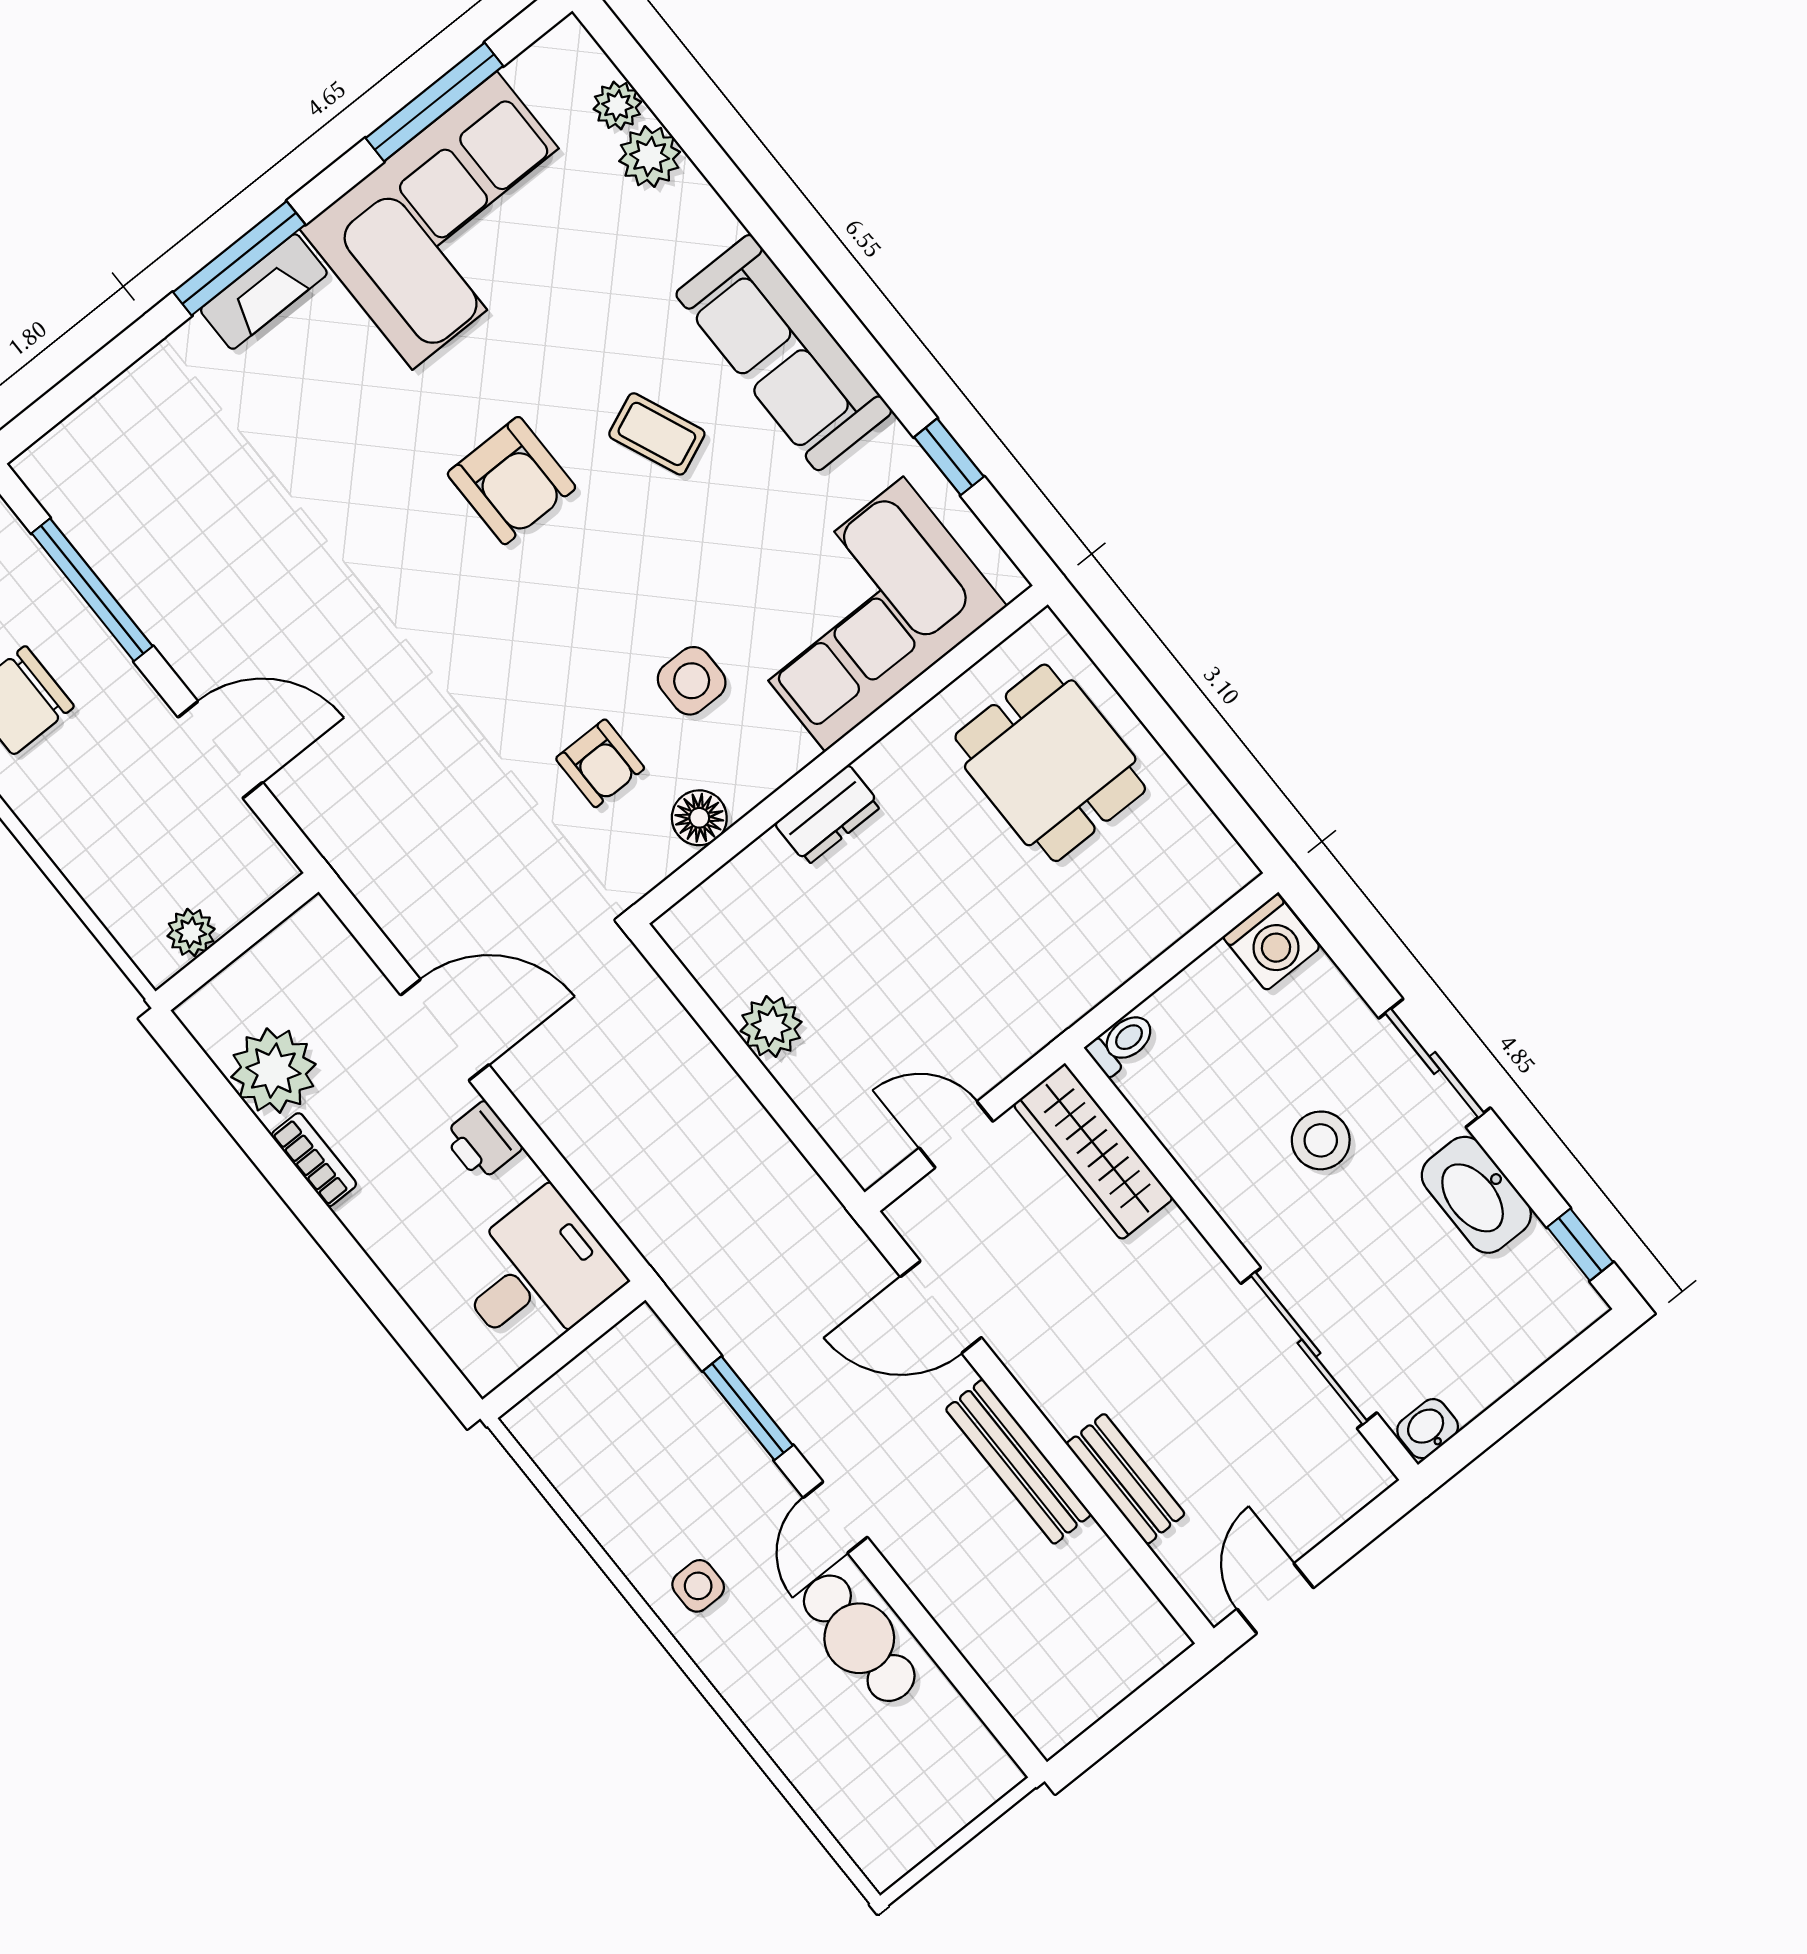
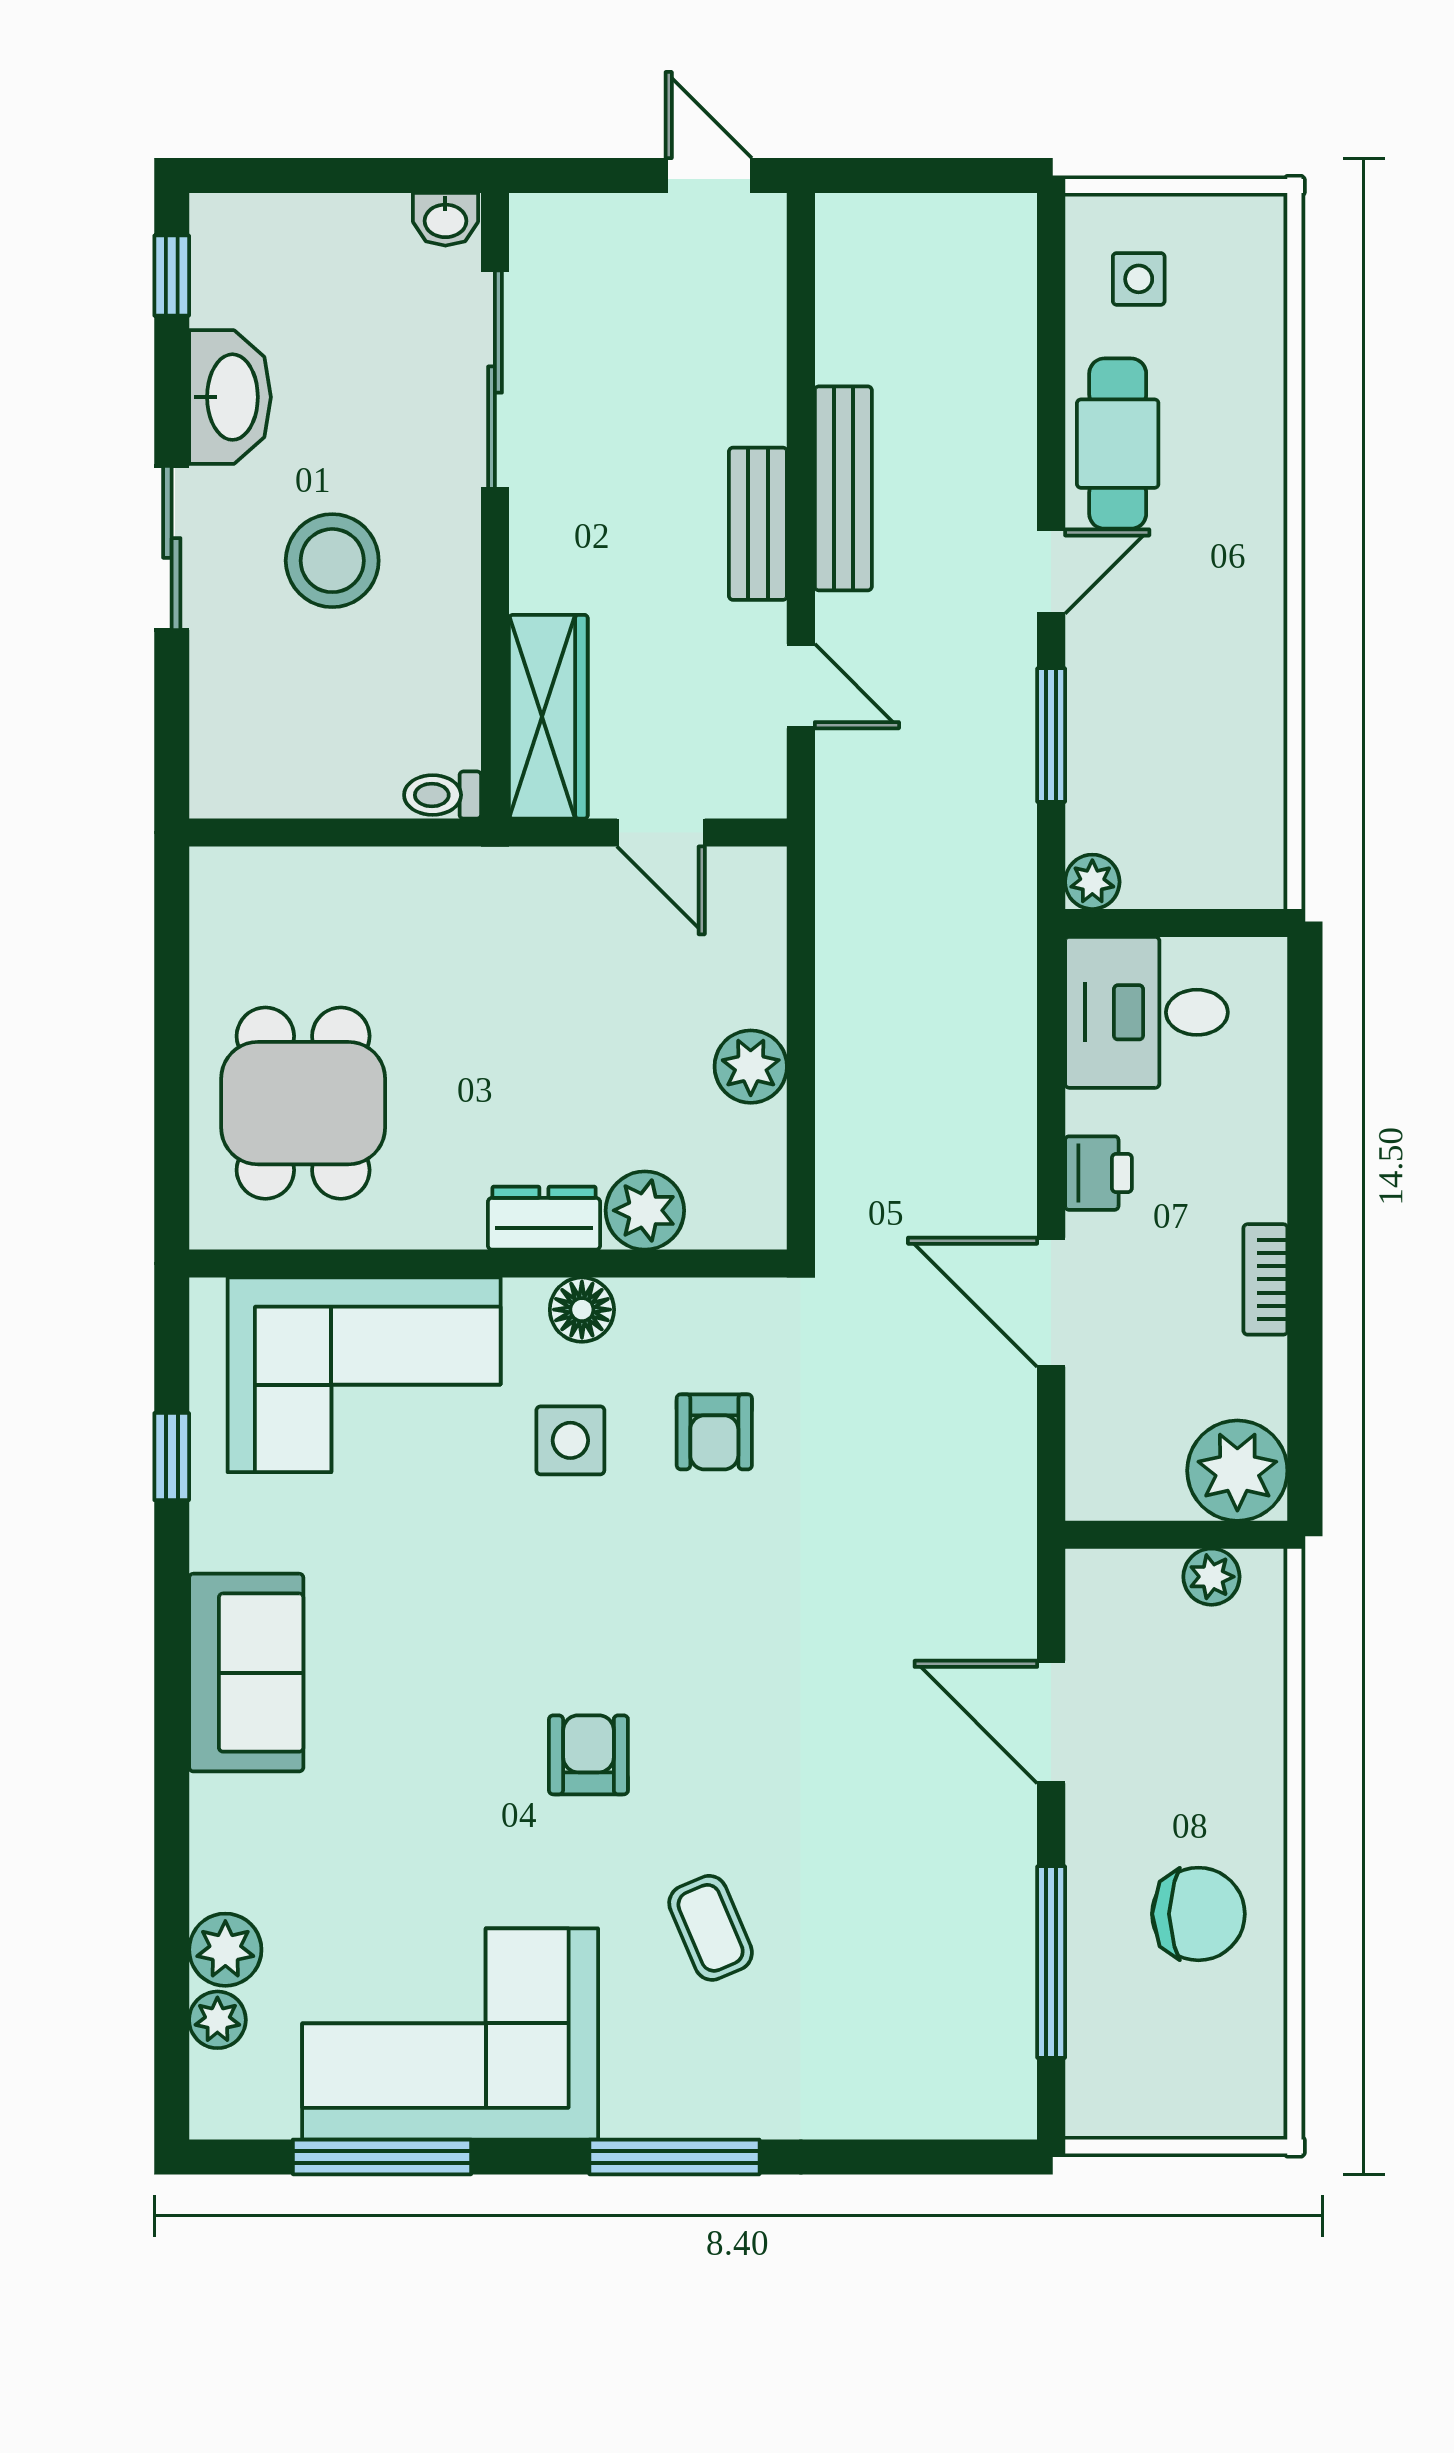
fireplace: (264, 292) -> (676, 2109), removed
sofa: (784, 353) -> (246, 1673), width x0.73
coffee table: (657, 434) -> (711, 1928), moved
armchair: (511, 481) -> (588, 1755), width x0.72, depth x0.72
armchair: (600, 763) -> (714, 1432), turned 180
floor lamp: (699, 818) -> (582, 1310), moved
plant: (765, 874) -> (645, 1210), added
washing machine: (1272, 942) -> (232, 778), removed
plant: (273, 1071) -> (1237, 1471), moved
stool: (1321, 1140) -> (332, 561), width x1.38, depth x1.38
door: (941, 1307) -> (801, 686), width x0.73
plant: (642, 1332) -> (1092, 882), added
bench: (1126, 1479) -> (758, 524), moved
side table: (698, 1586) -> (1139, 279), moved
door: (1275, 1598) -> (709, 176), swing flipped

